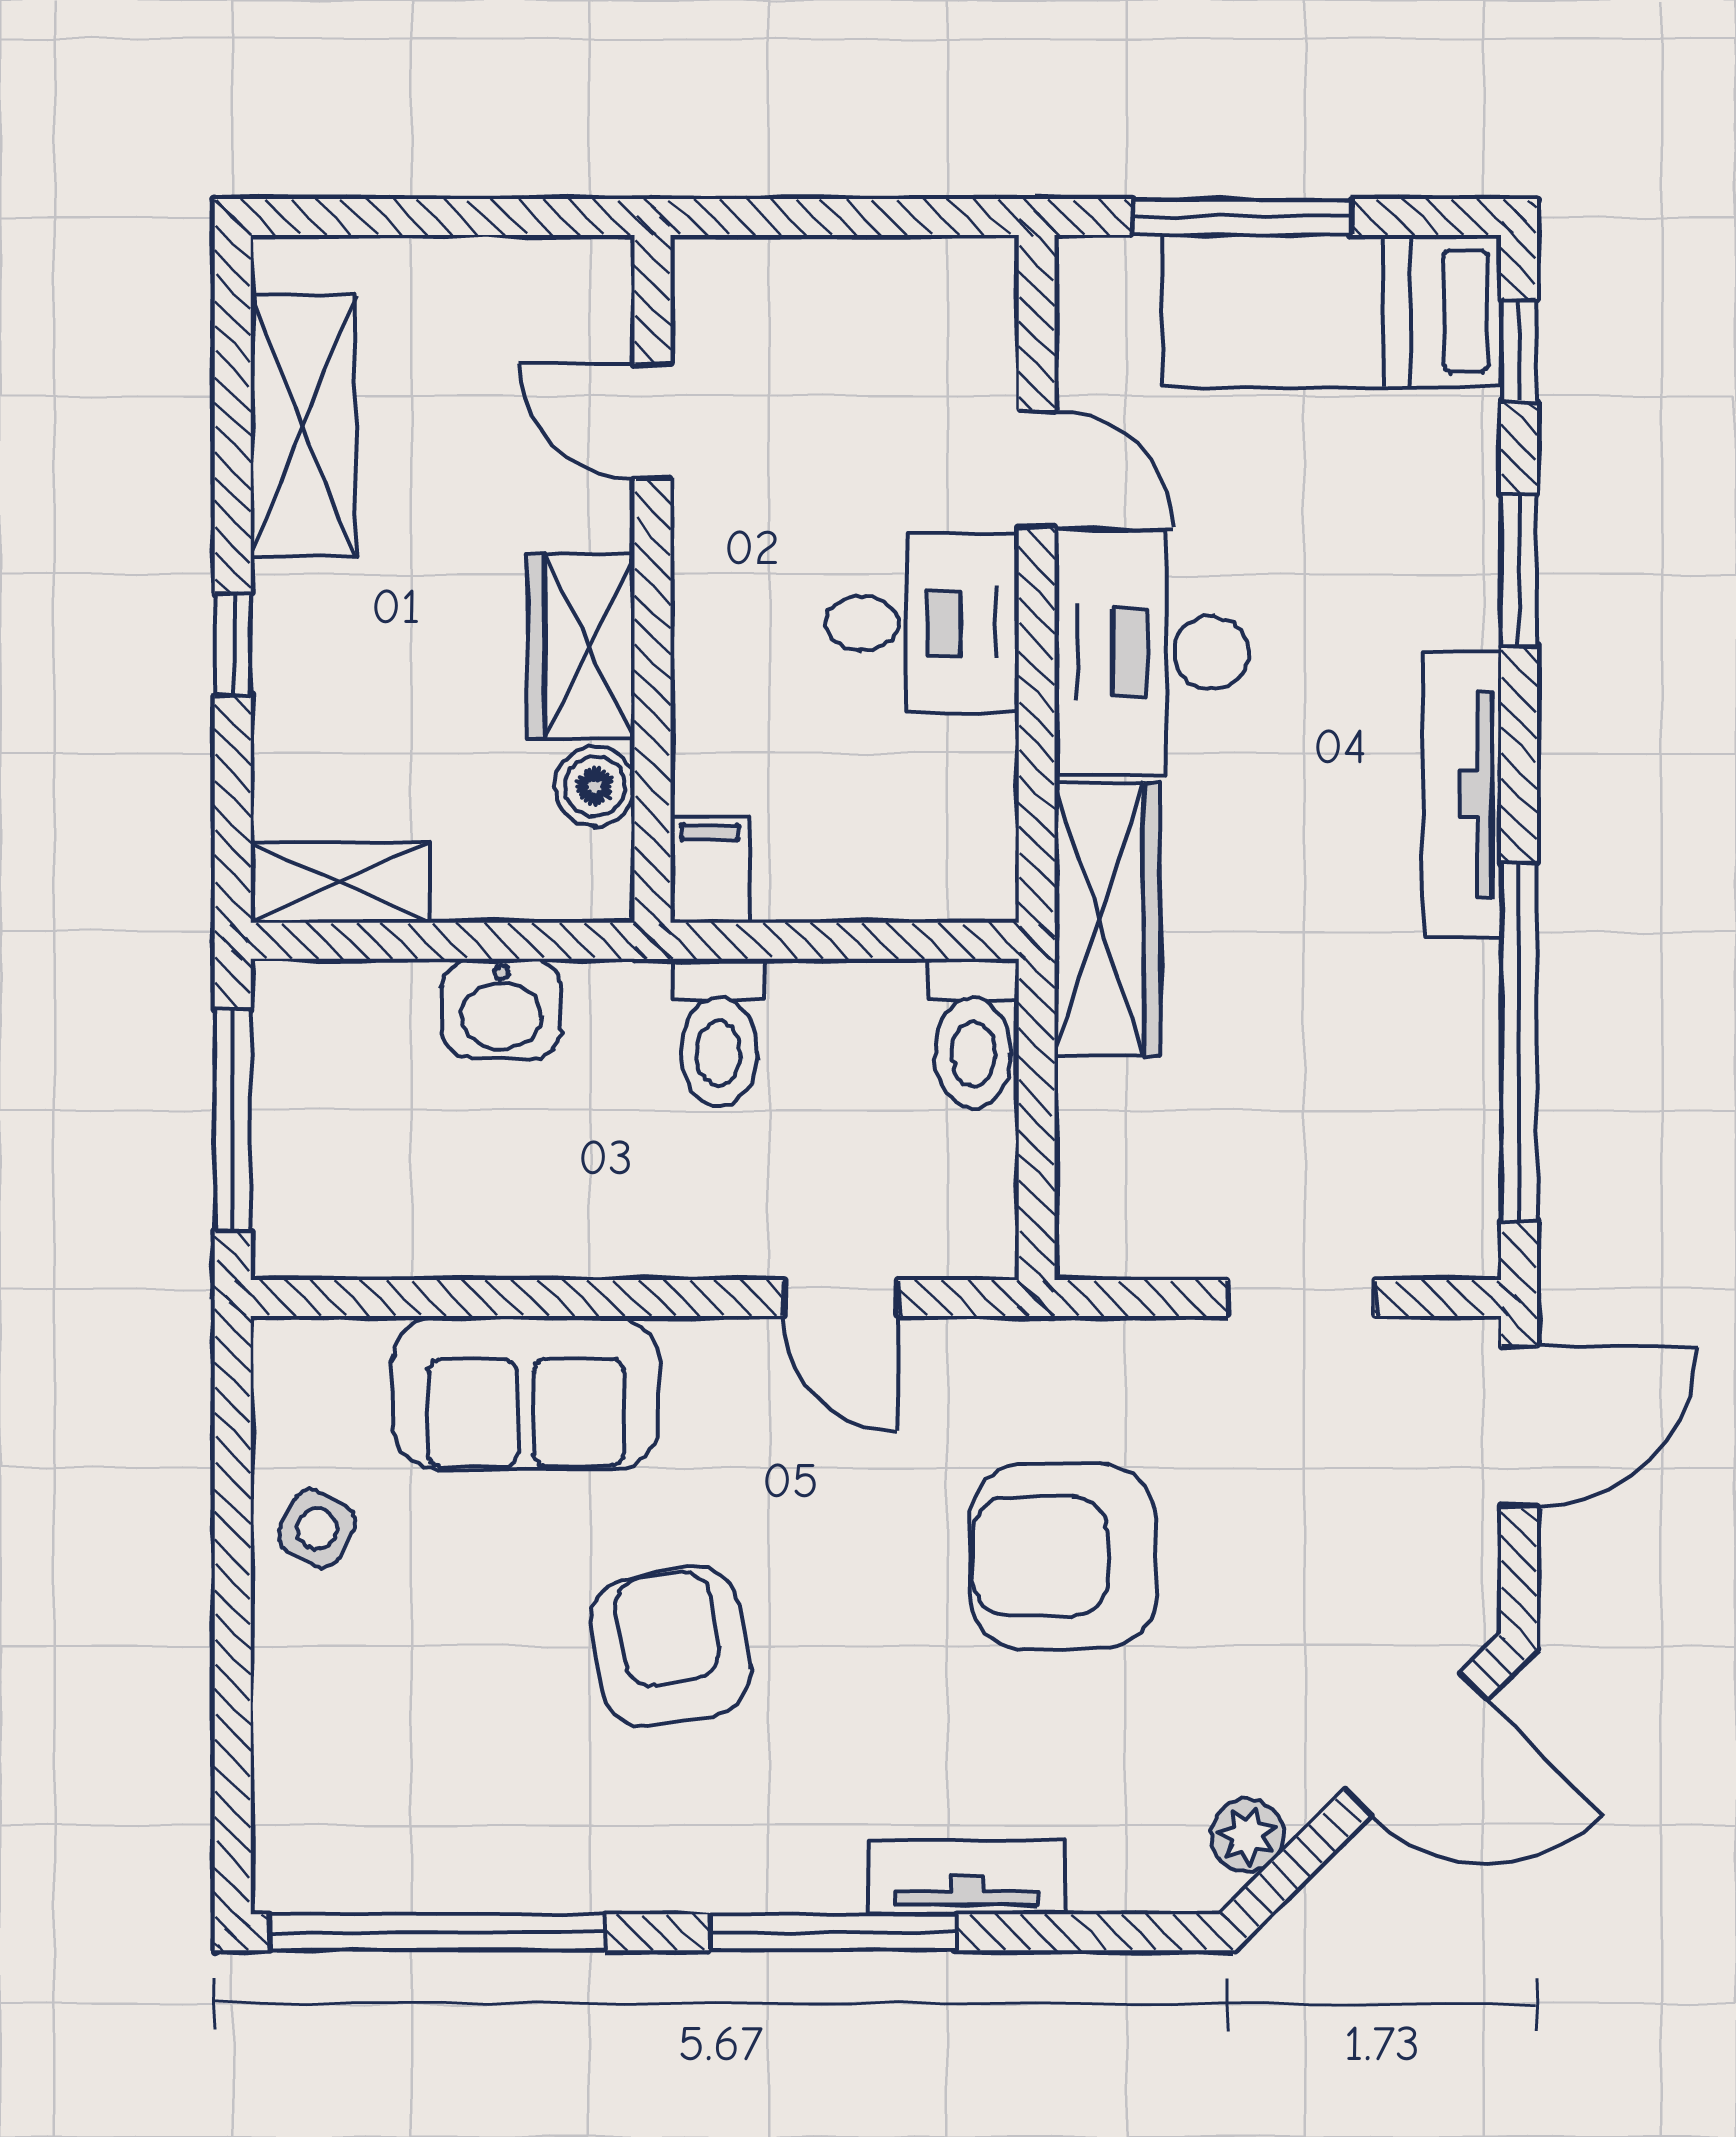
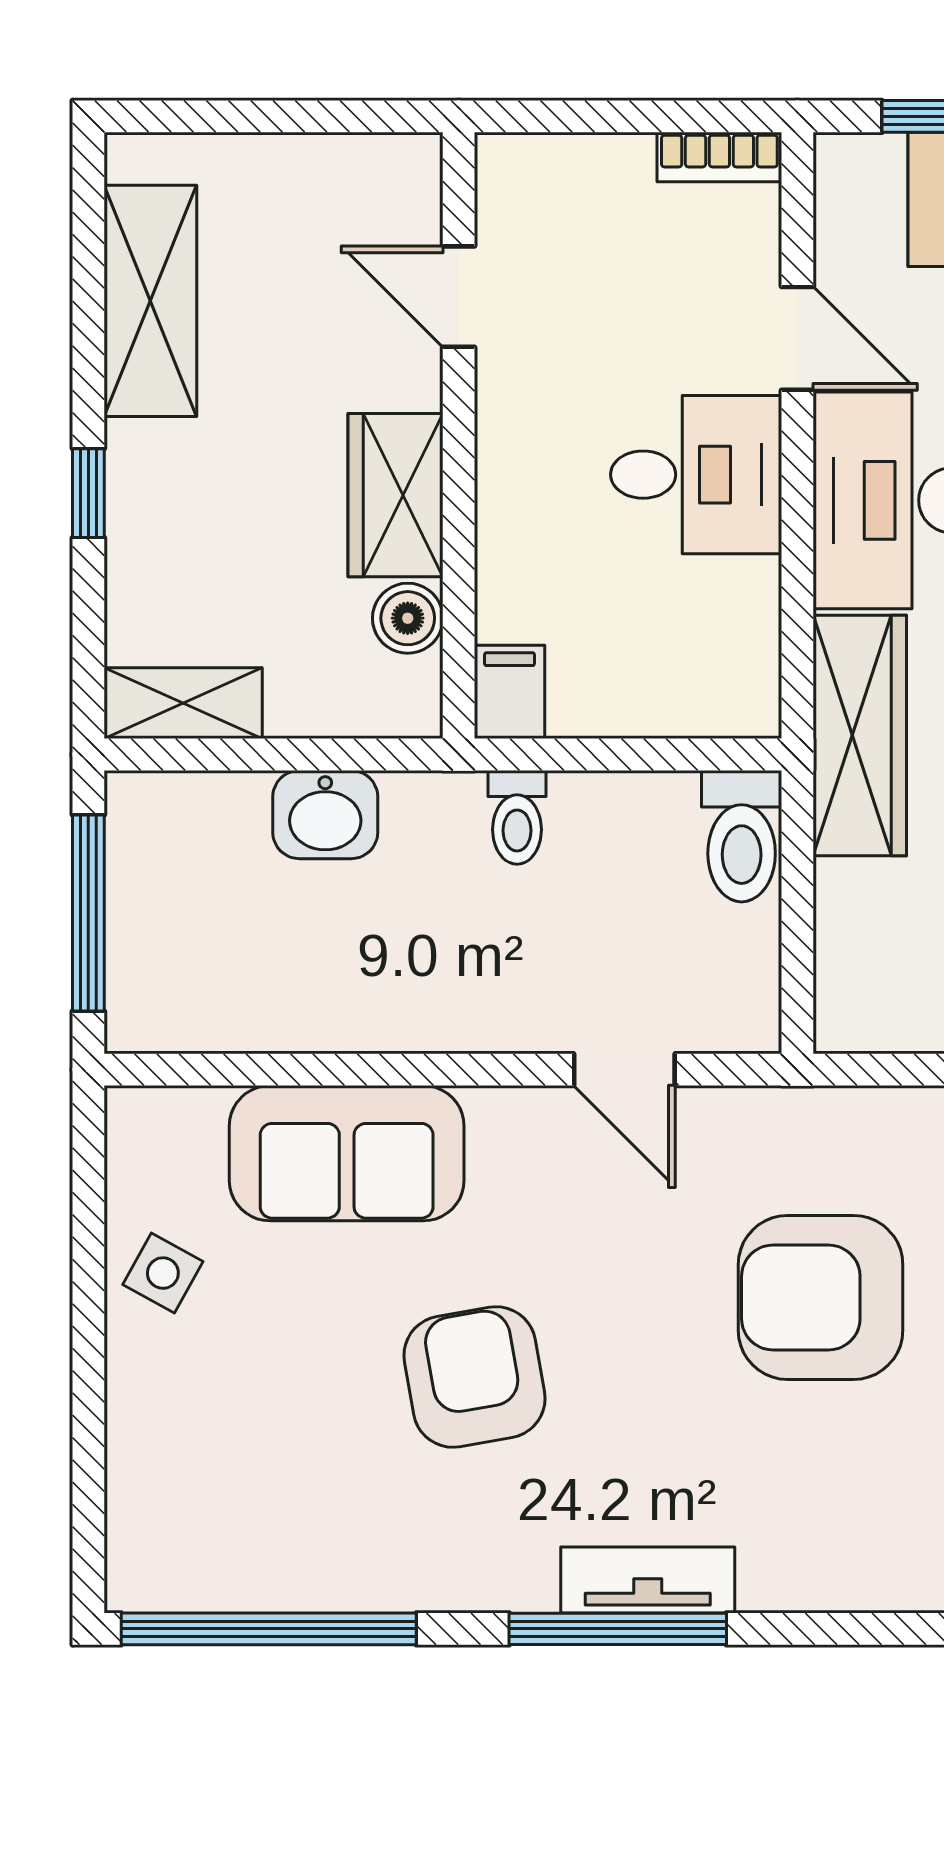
bookcase: (948, 263) -> (719, 157), added
toilet: (719, 1033) -> (517, 817), width x0.73, depth x0.72
tv unit: (967, 1877) -> (648, 1580), moved

